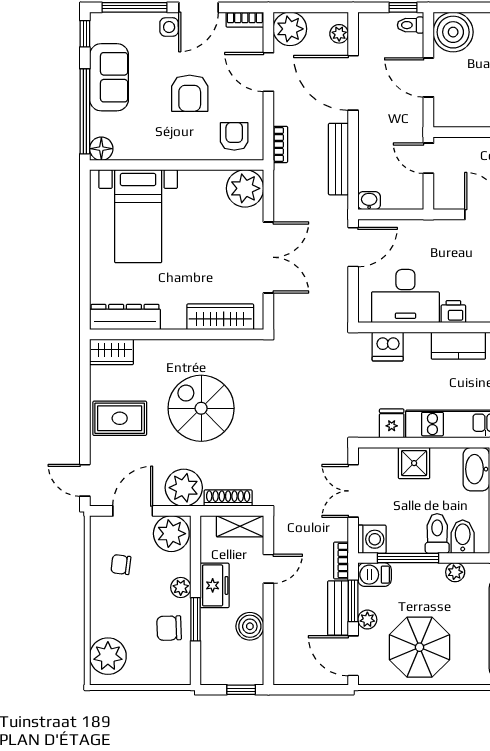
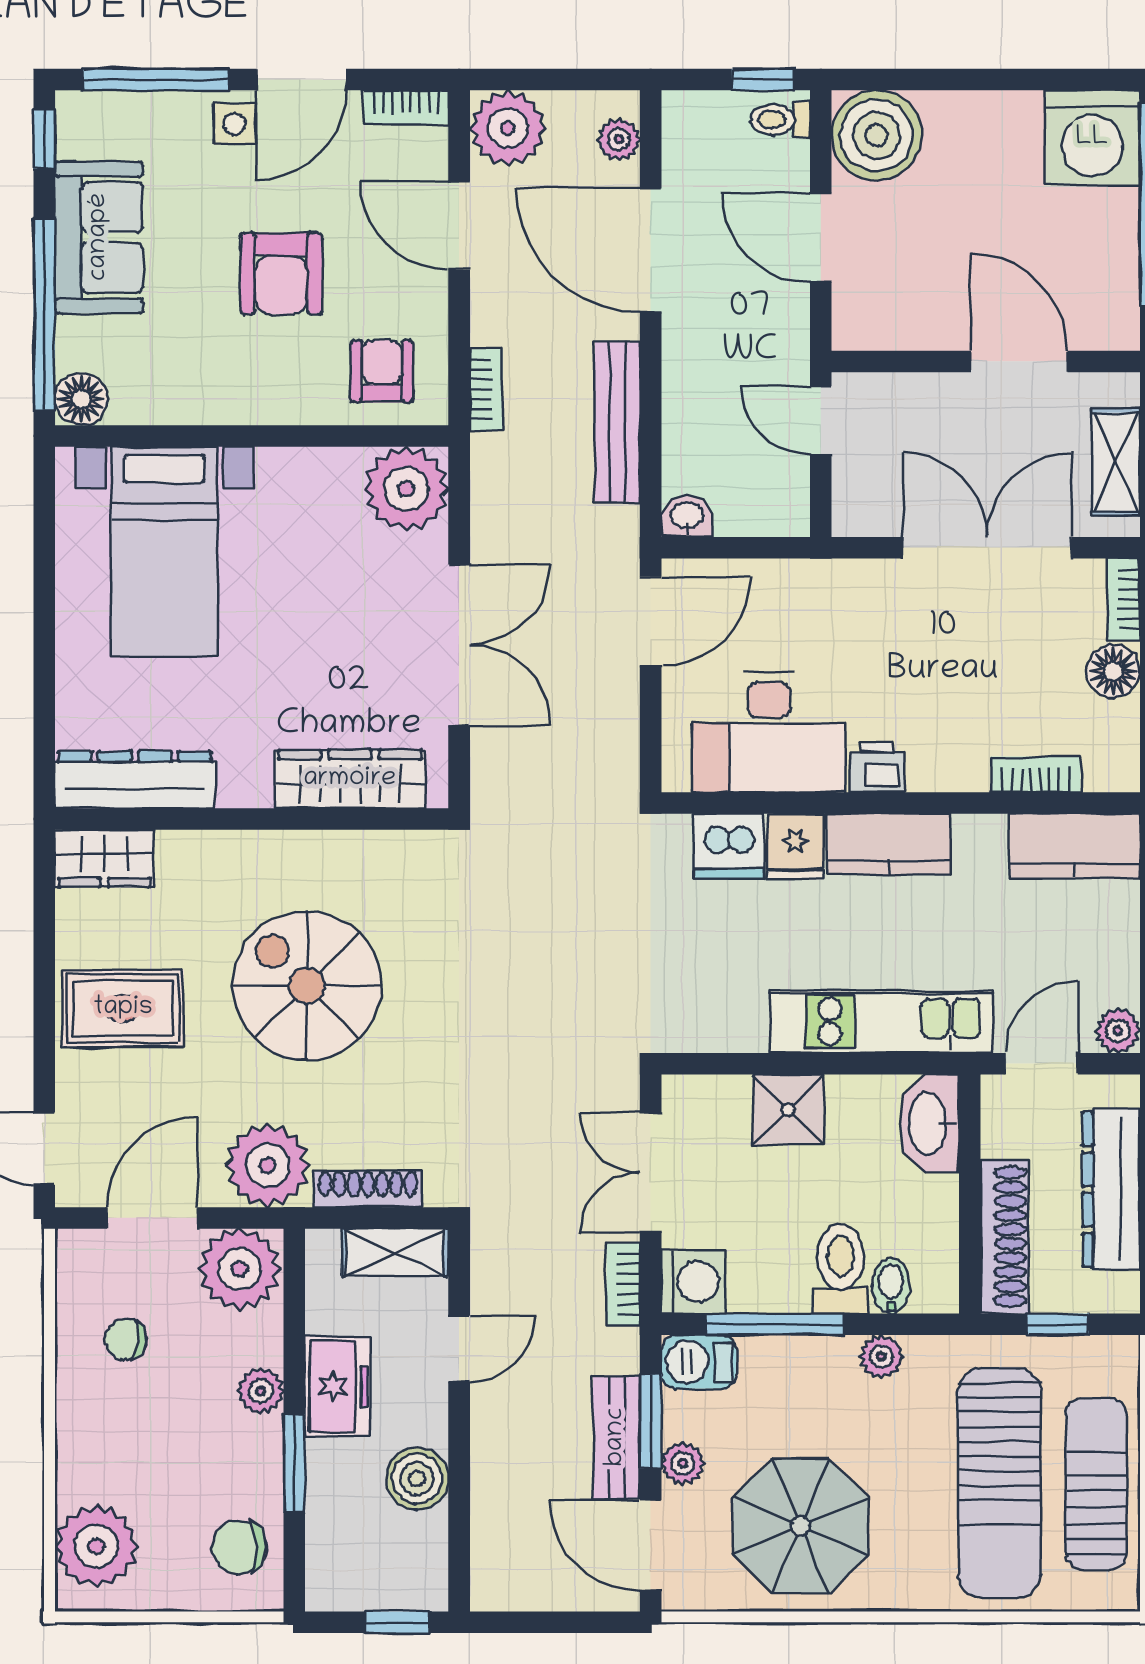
fridge: (392, 423) -> (795, 847), moved, turned 180
bidet: (463, 537) -> (891, 1286), width x0.72, depth x0.74
bookcase: (341, 560) -> (623, 1284), moved
chair: (169, 628) -> (239, 1547), moved

